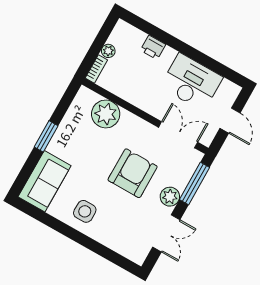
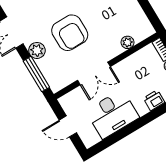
plant: (106, 114) -> (127, 42), width x0.53, depth x0.53
double door: (178, 135) -> (94, 73), moved

